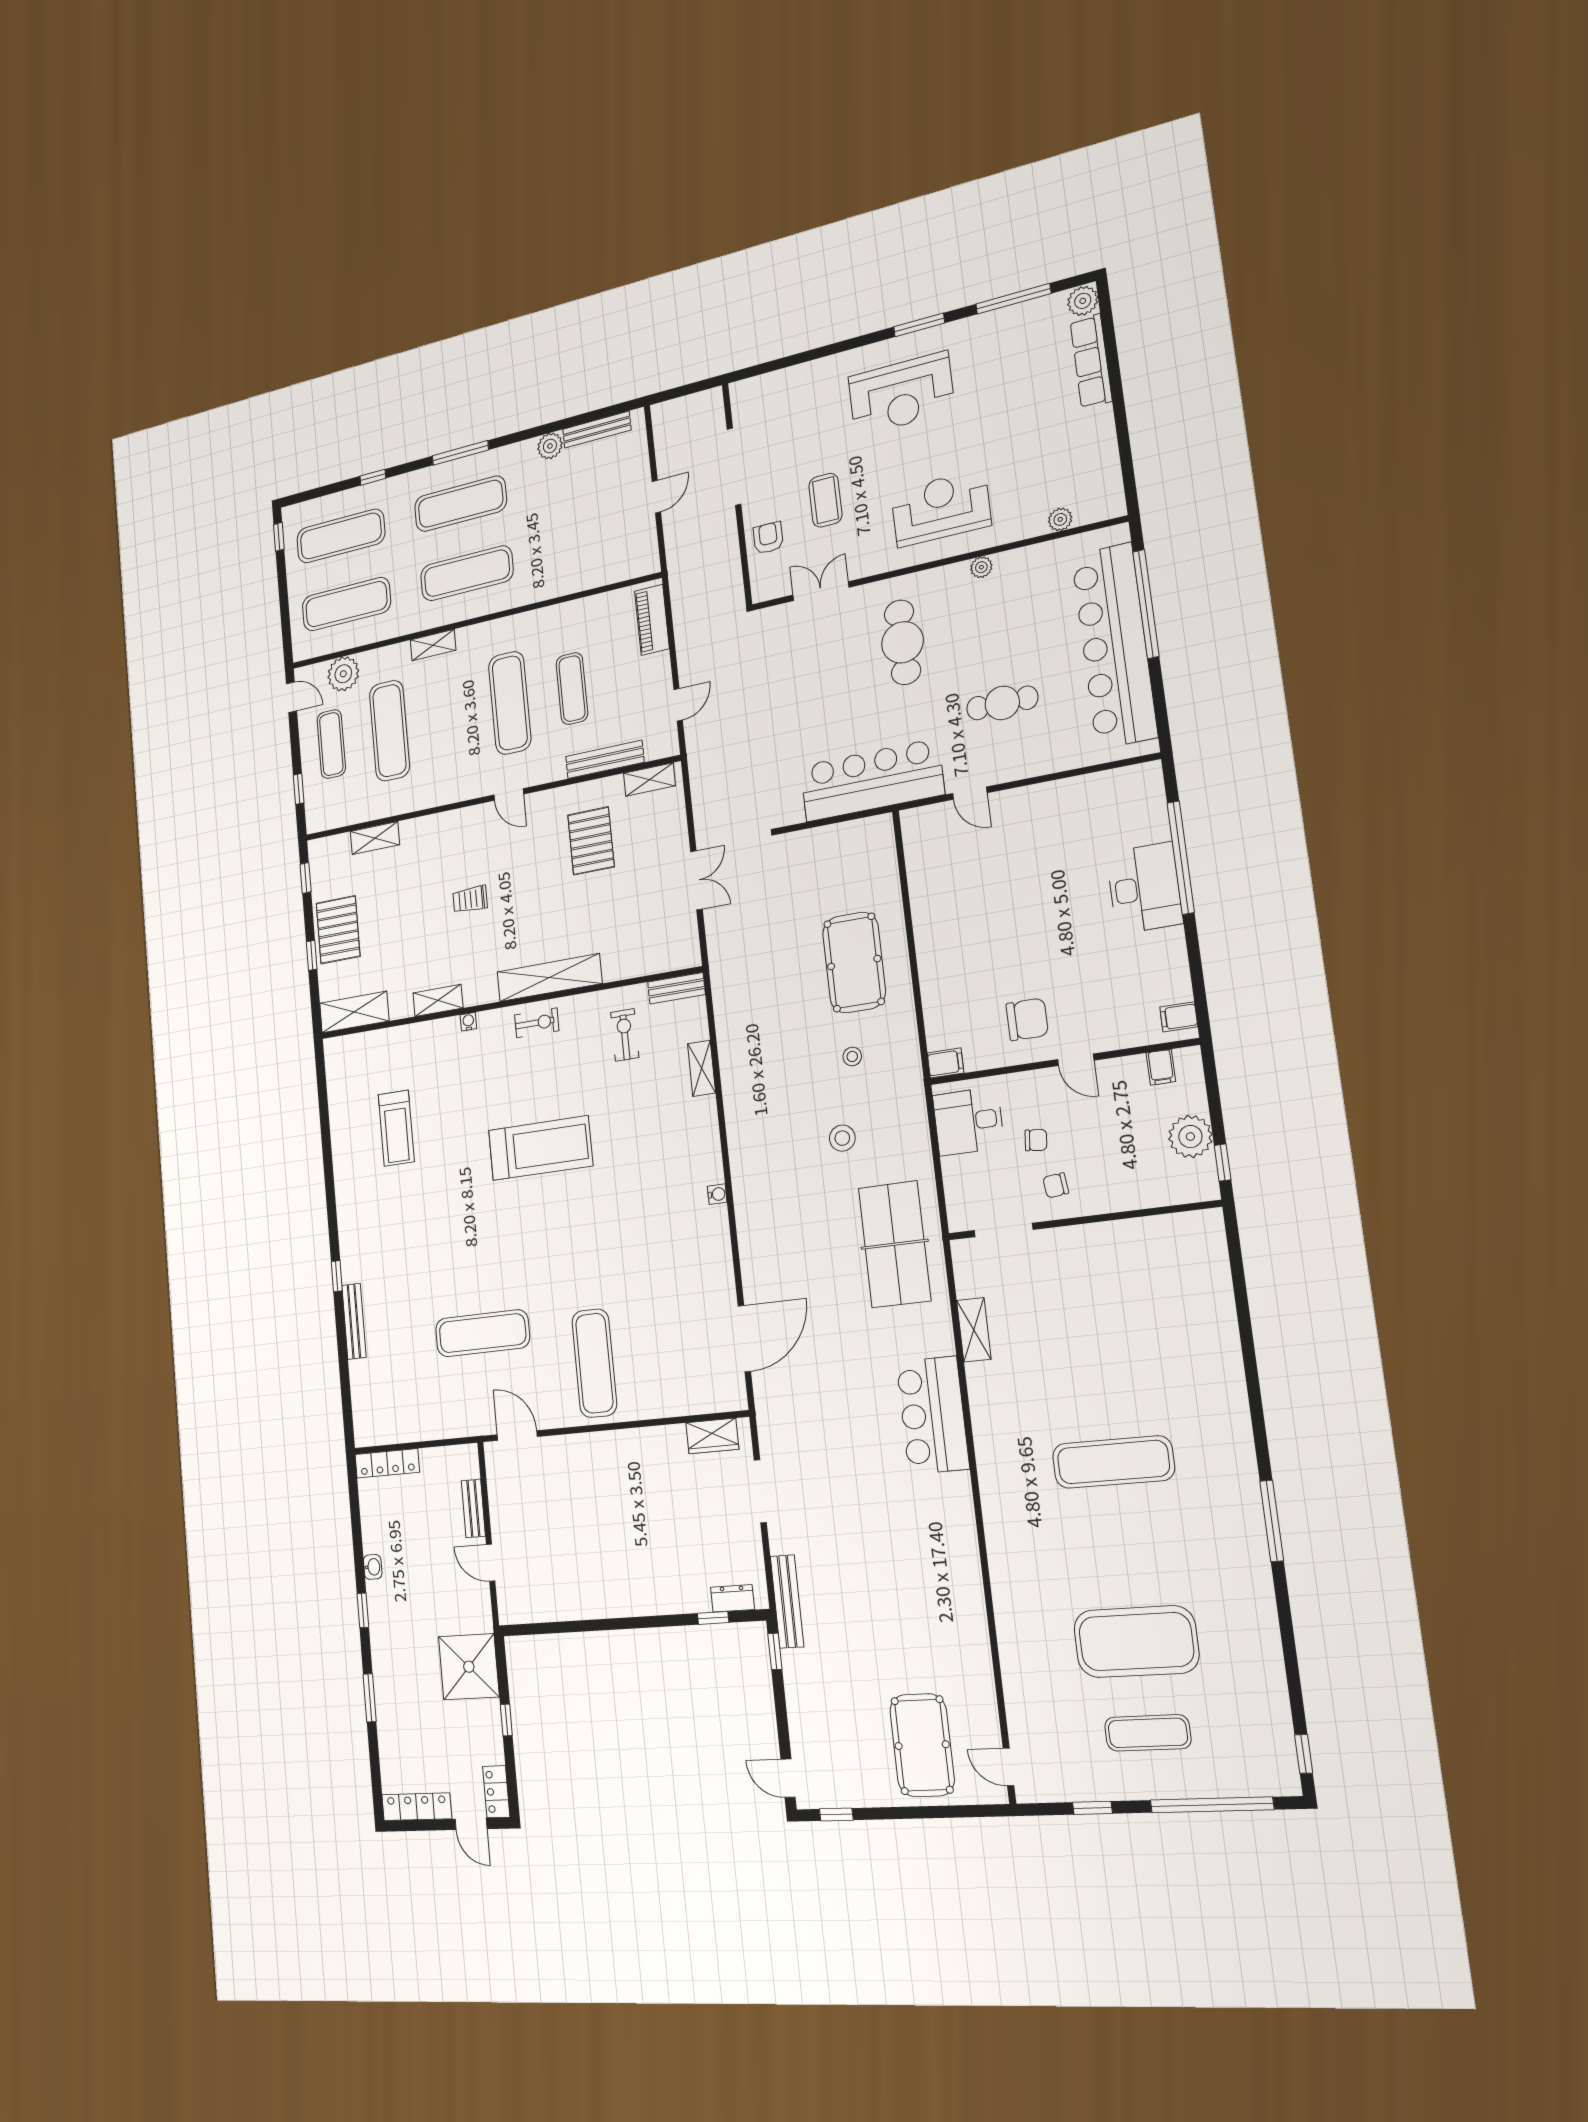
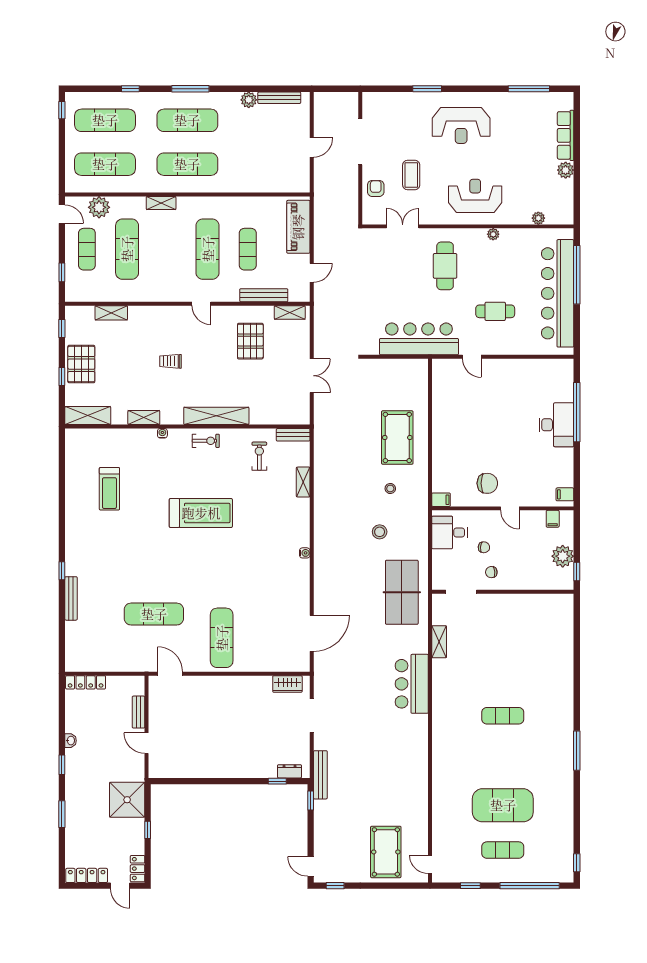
plant: (1083, 301) -> (566, 170), moved
window: (919, 325) -> (427, 89), moved
piano: (652, 620) -> (298, 227), width x1.37, depth x1.33
exercise mat: (1113, 1462) -> (503, 716), width x0.73, depth x0.69

